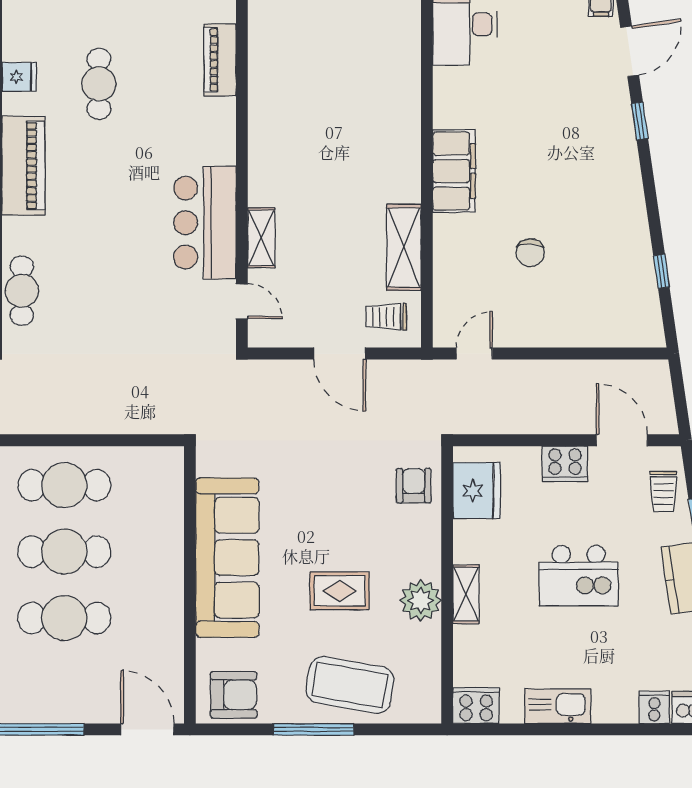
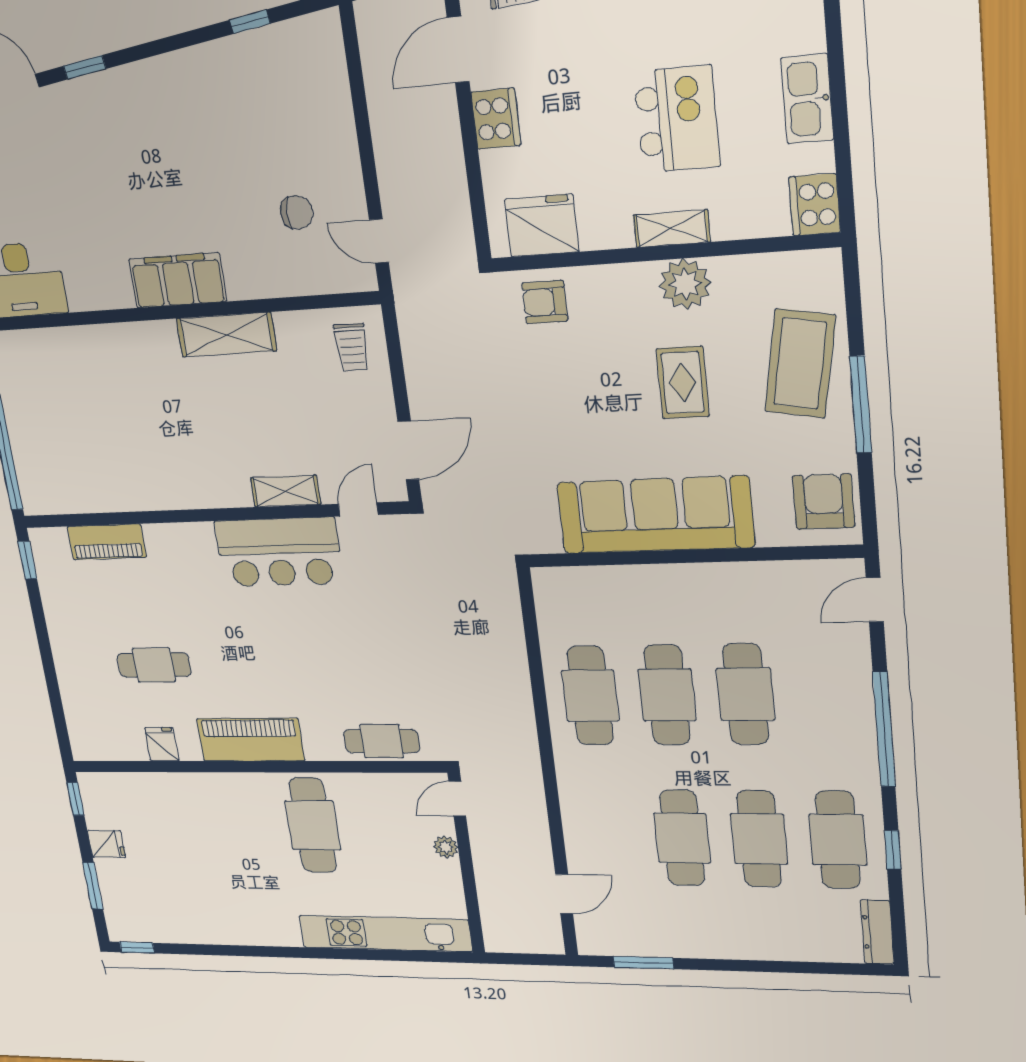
shelving: (404, 247) -> (226, 335), moved
chair: (530, 253) -> (297, 212), moved
door: (340, 354) -> (408, 450), moved
kitchen island: (579, 576) -> (677, 119), moved
door: (147, 729) -> (875, 600), width x0.73

